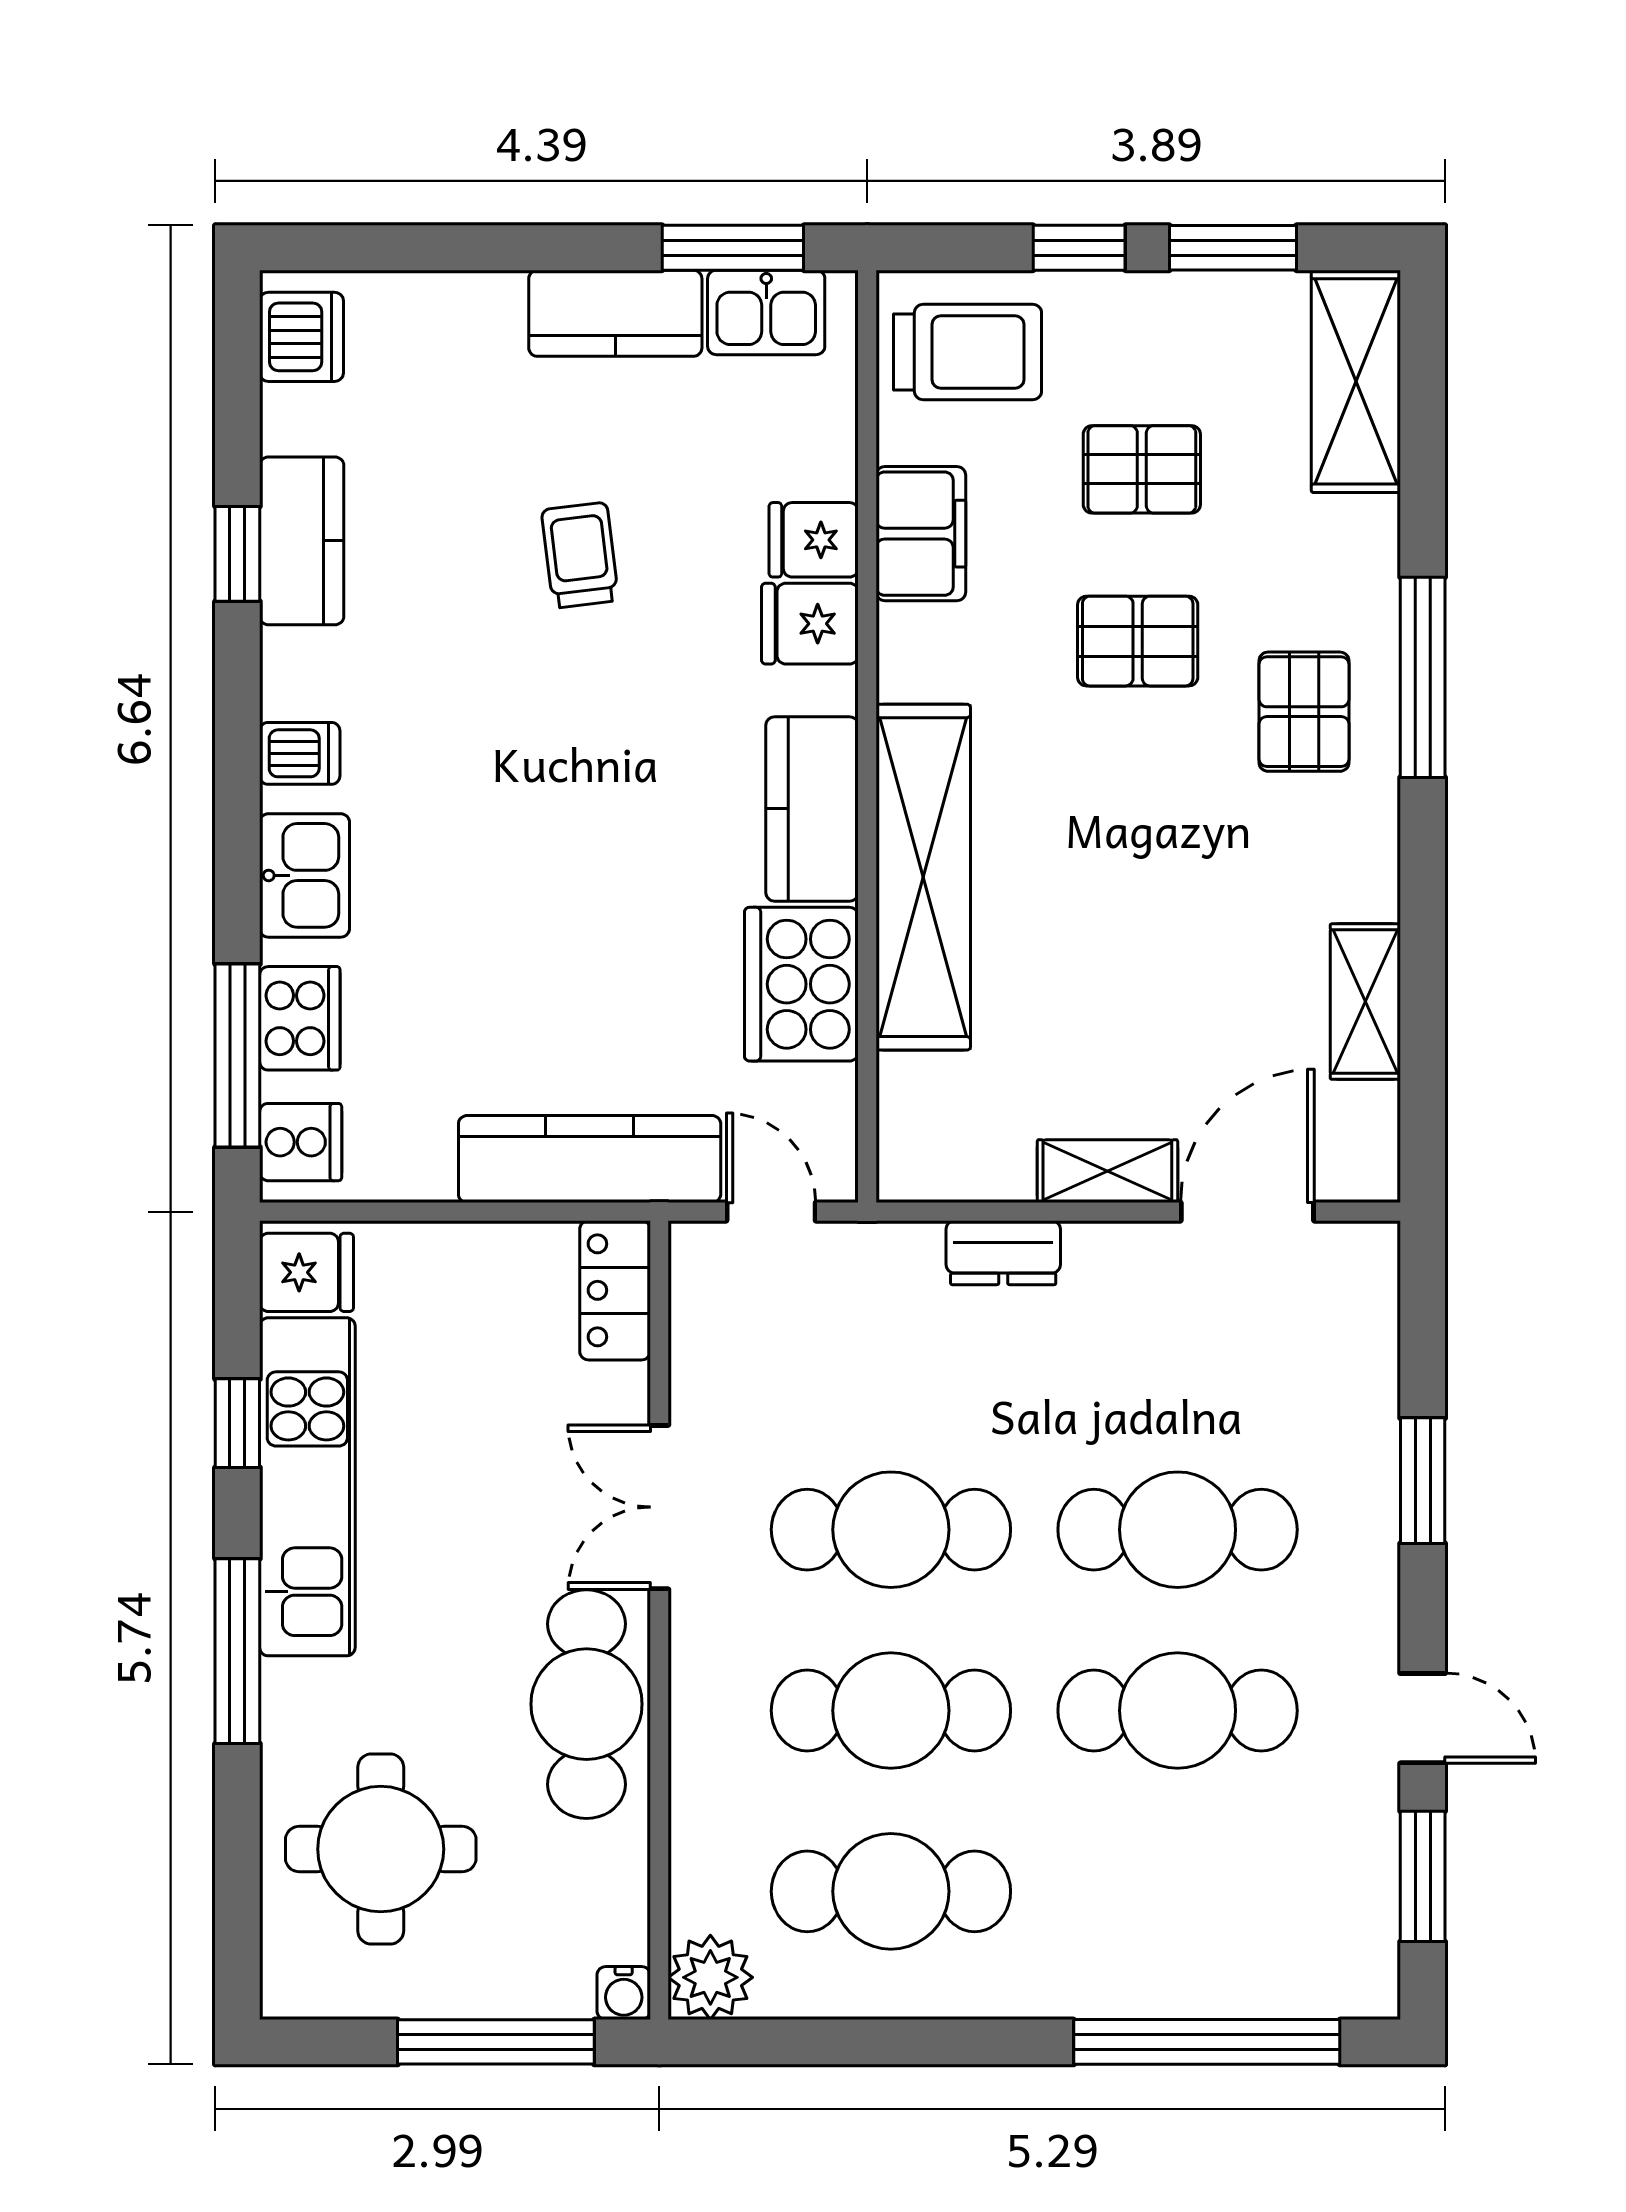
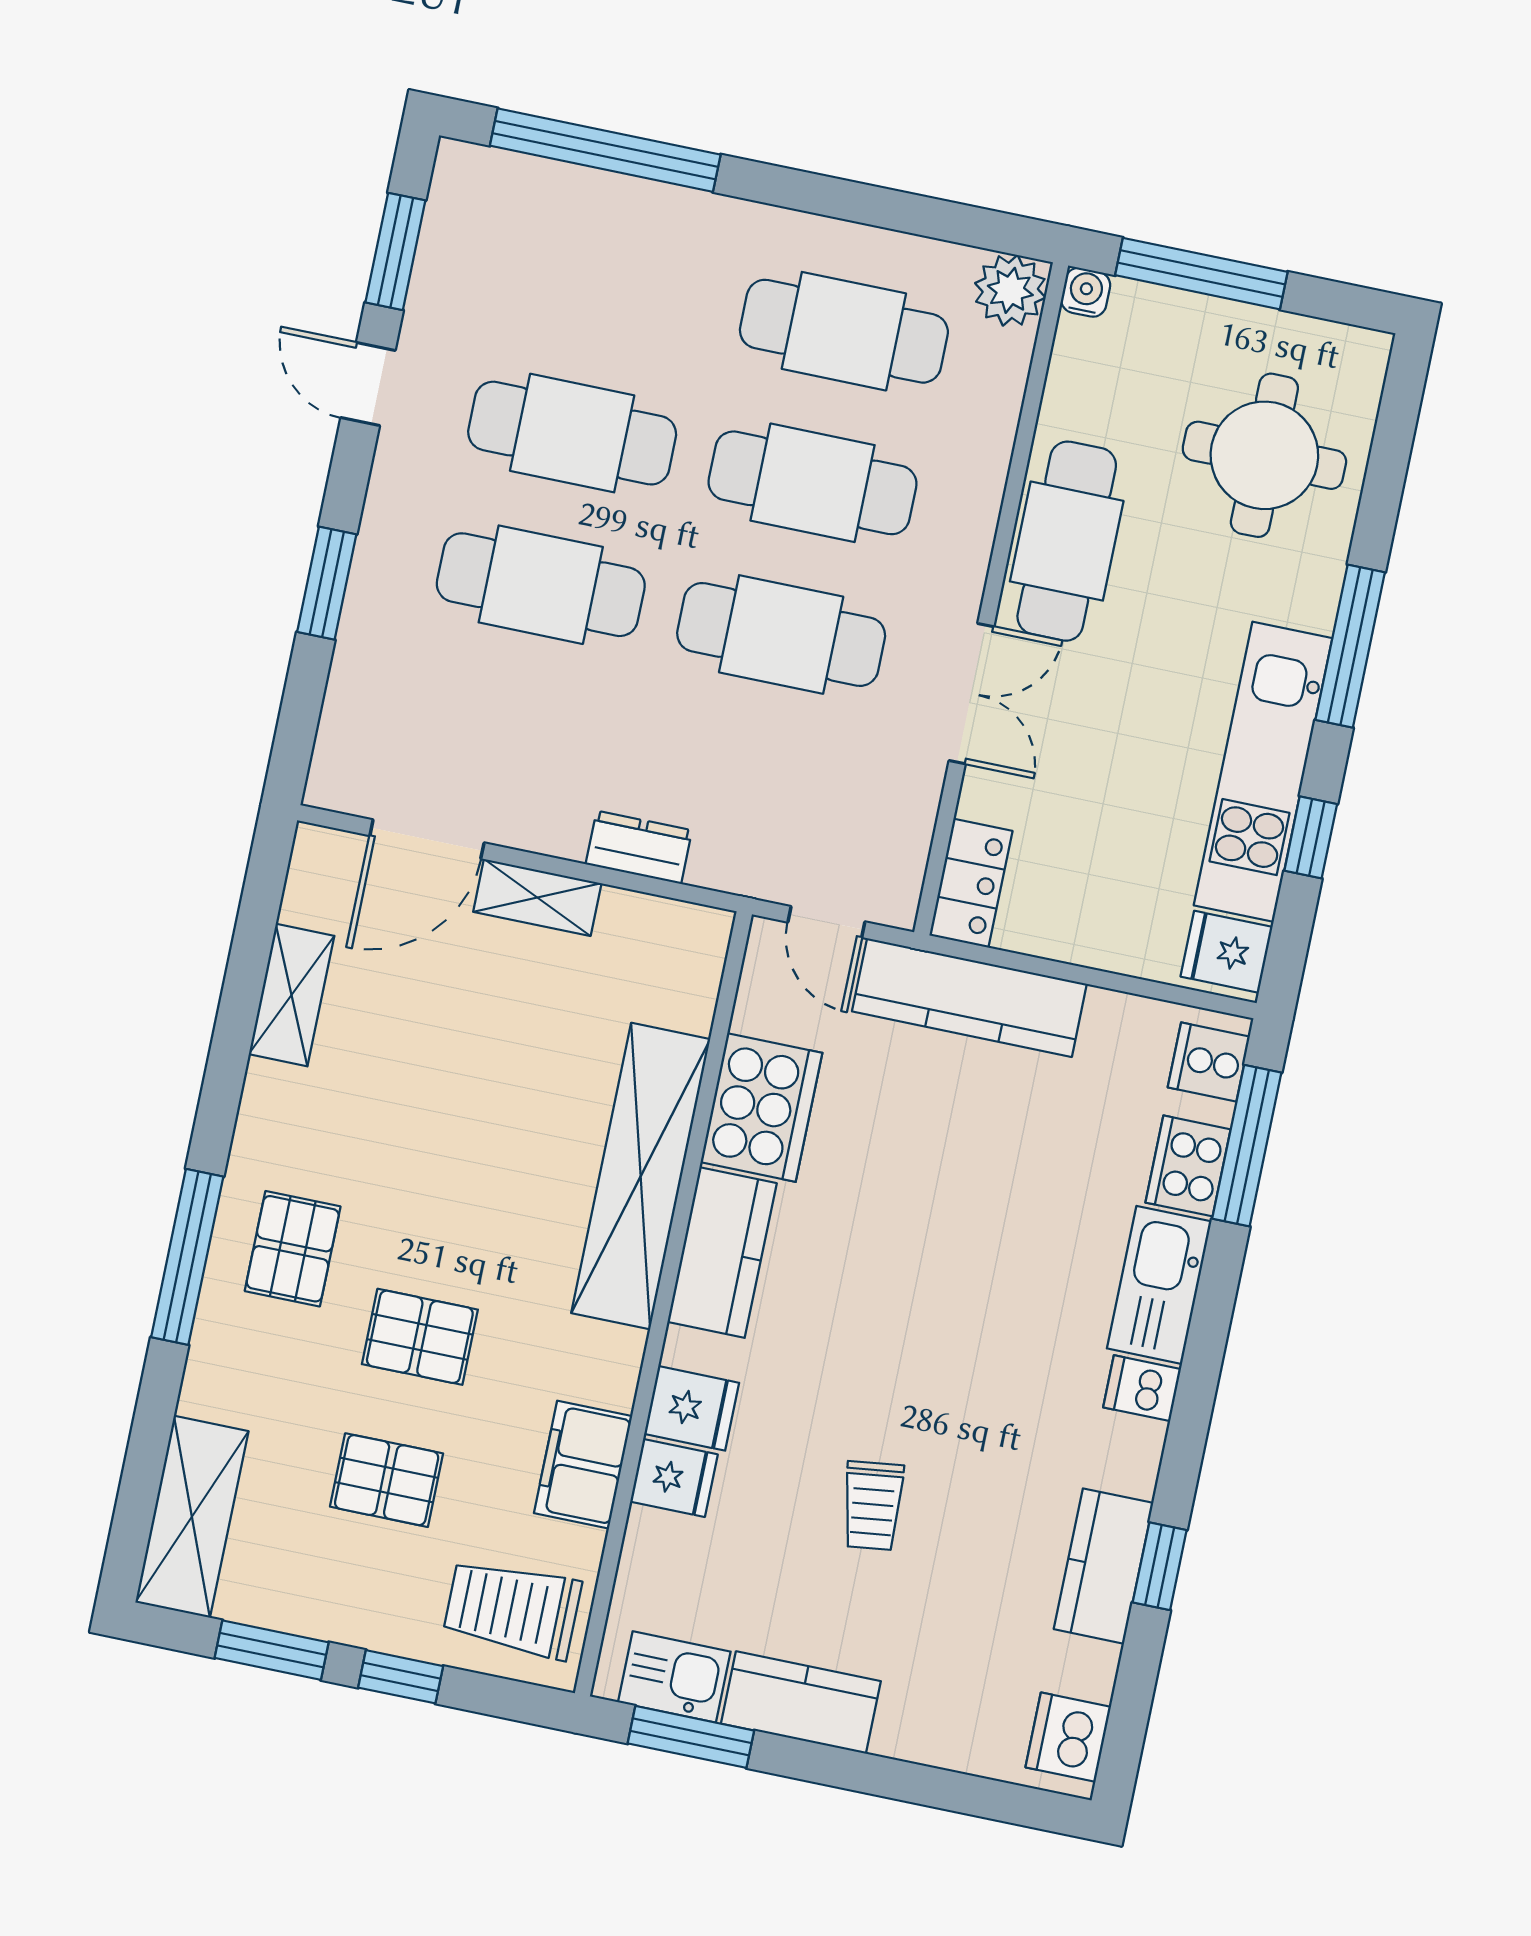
kitchen sink: (305, 875) -> (1159, 1285), width x1.38

